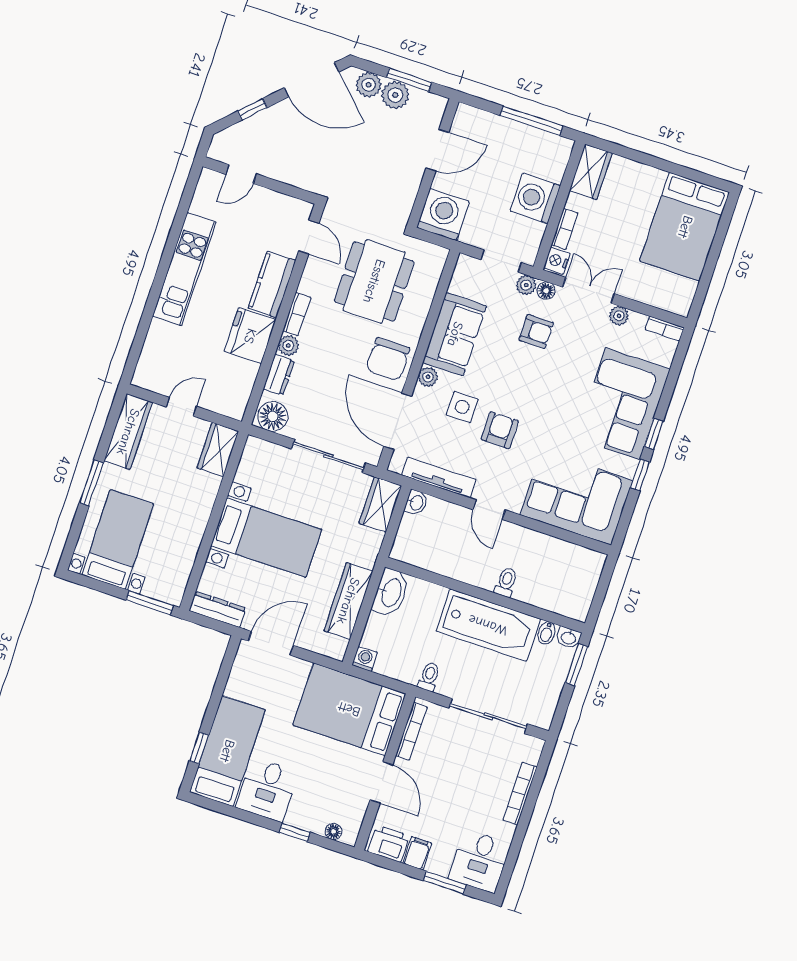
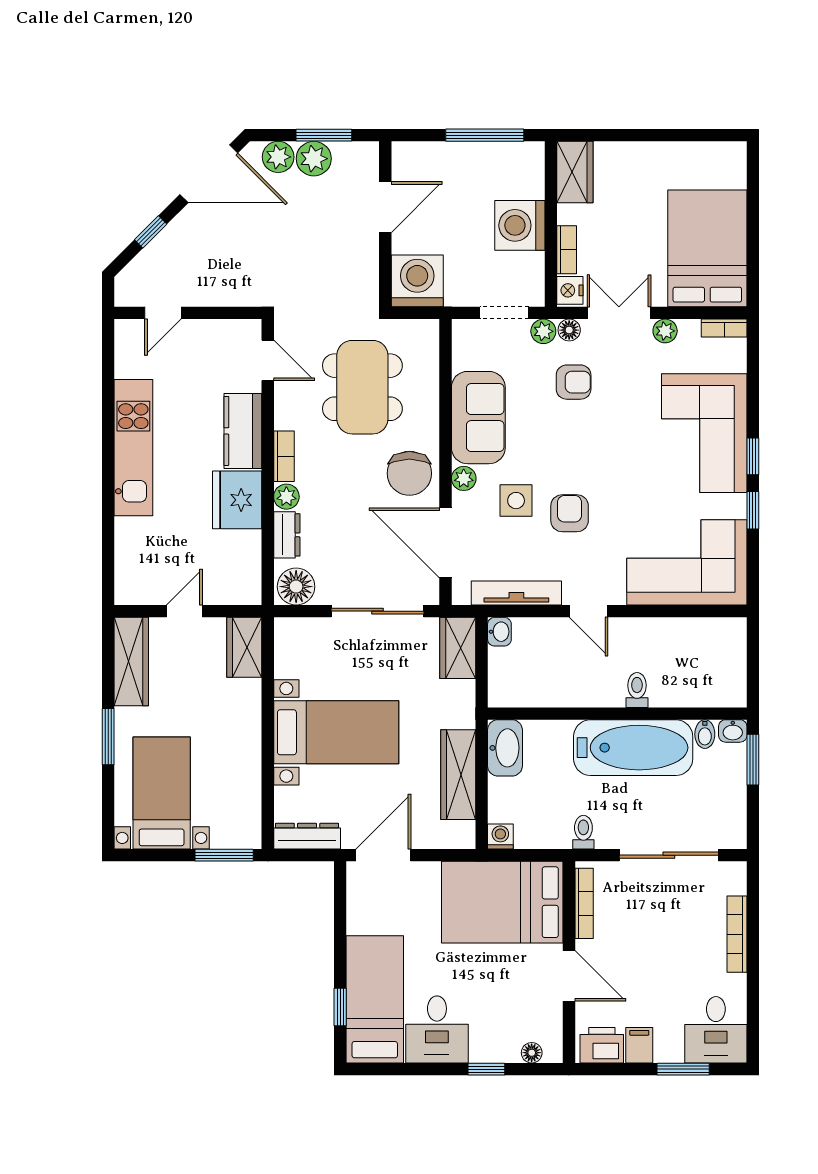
bed: (685, 227) -> (707, 248), moved, turned 180

